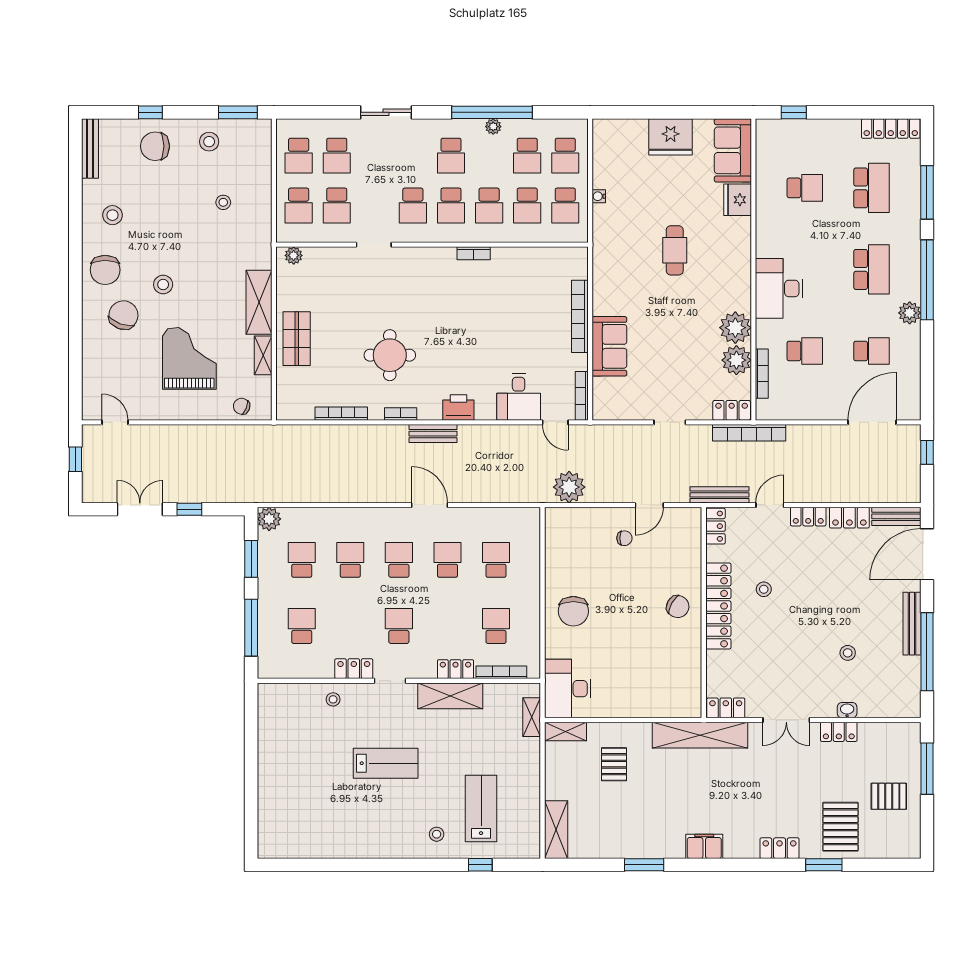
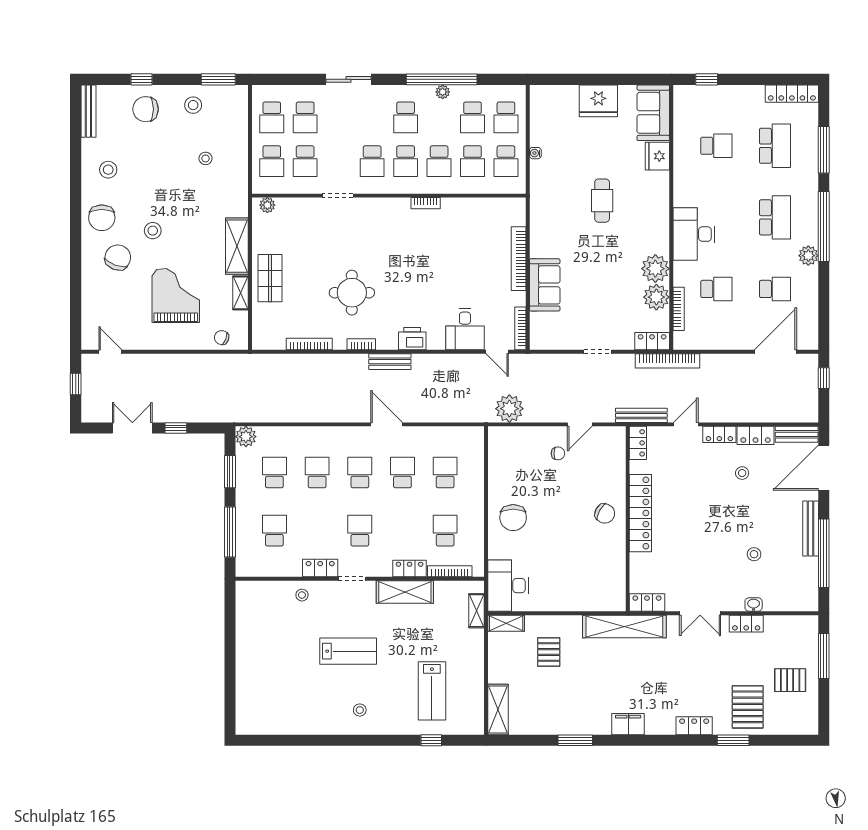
stool: (764, 589) -> (742, 473), moved
lab bench: (481, 808) -> (432, 691), turned 180
stool: (437, 834) -> (360, 710), moved

